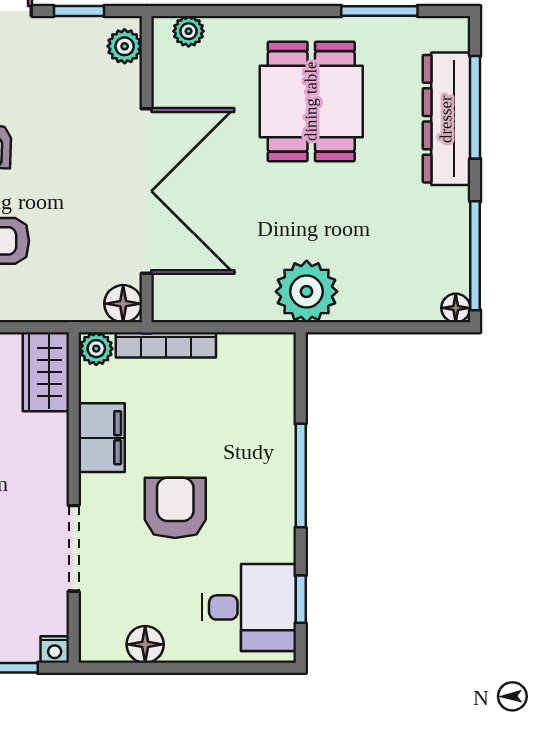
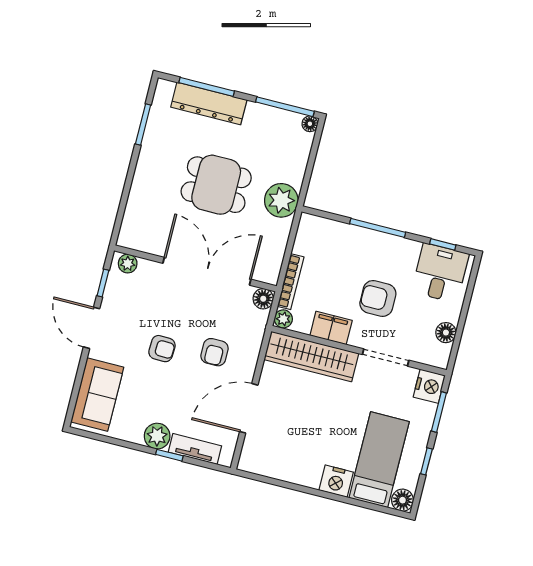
plant: (189, 31) -> (128, 228), removed
dining table: (311, 101) -> (216, 185), moved
wardrobe: (46, 372) -> (311, 356), width x2.10, depth x1.17
nightstand: (55, 650) -> (429, 386), width x1.89, depth x1.79

